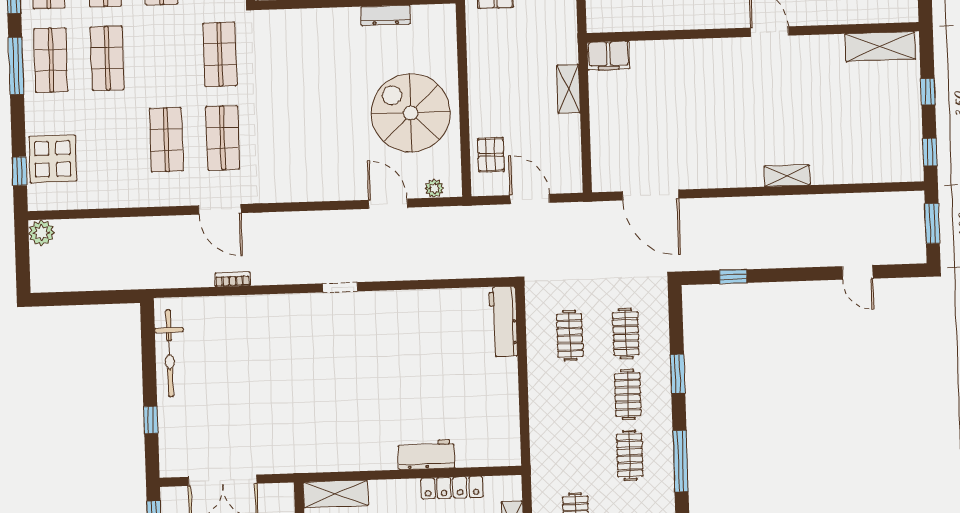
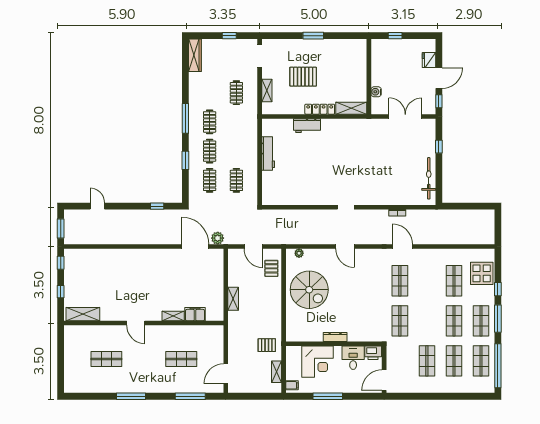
dresser: (386, 15) -> (335, 337), moved
filing cabinet: (608, 56) -> (195, 314), moved
shop shelf: (166, 140) -> (454, 281), moved
window: (20, 171) -> (498, 289), moved
shelving: (787, 176) -> (173, 316), moved
door: (388, 204) -> (345, 247), moved
plant: (42, 233) -> (218, 238), moved
workbench: (503, 321) -> (268, 154), moved
locker: (452, 488) -> (320, 109), moved

